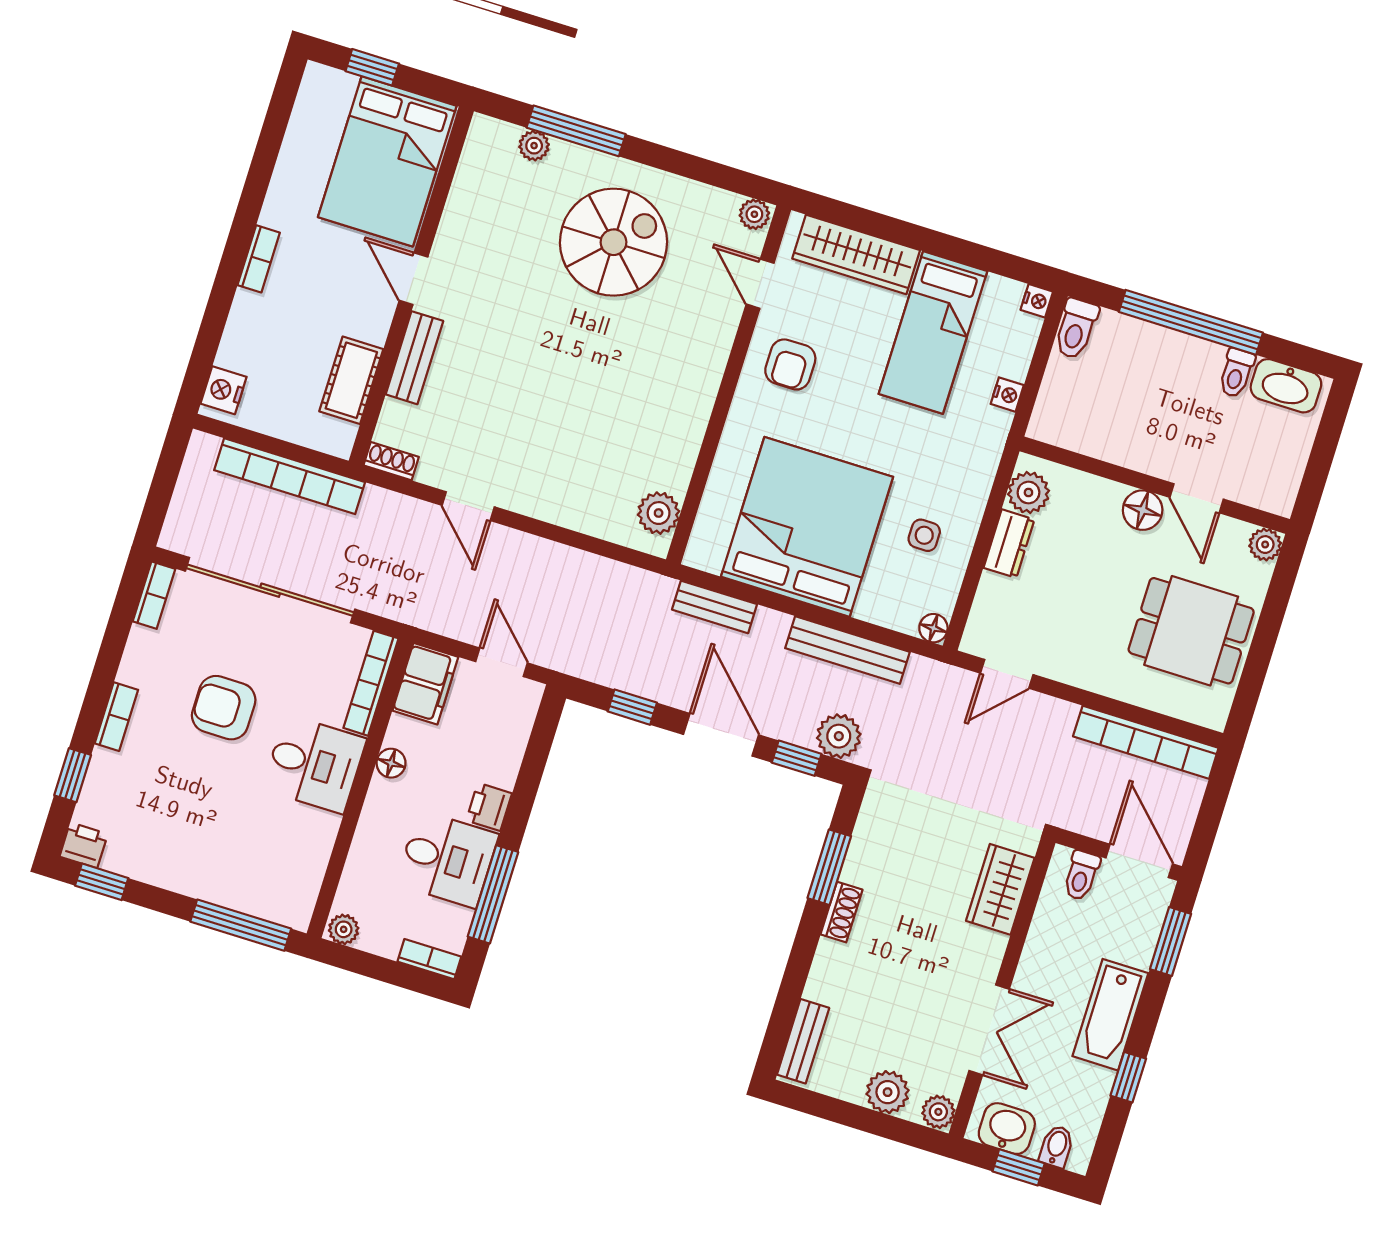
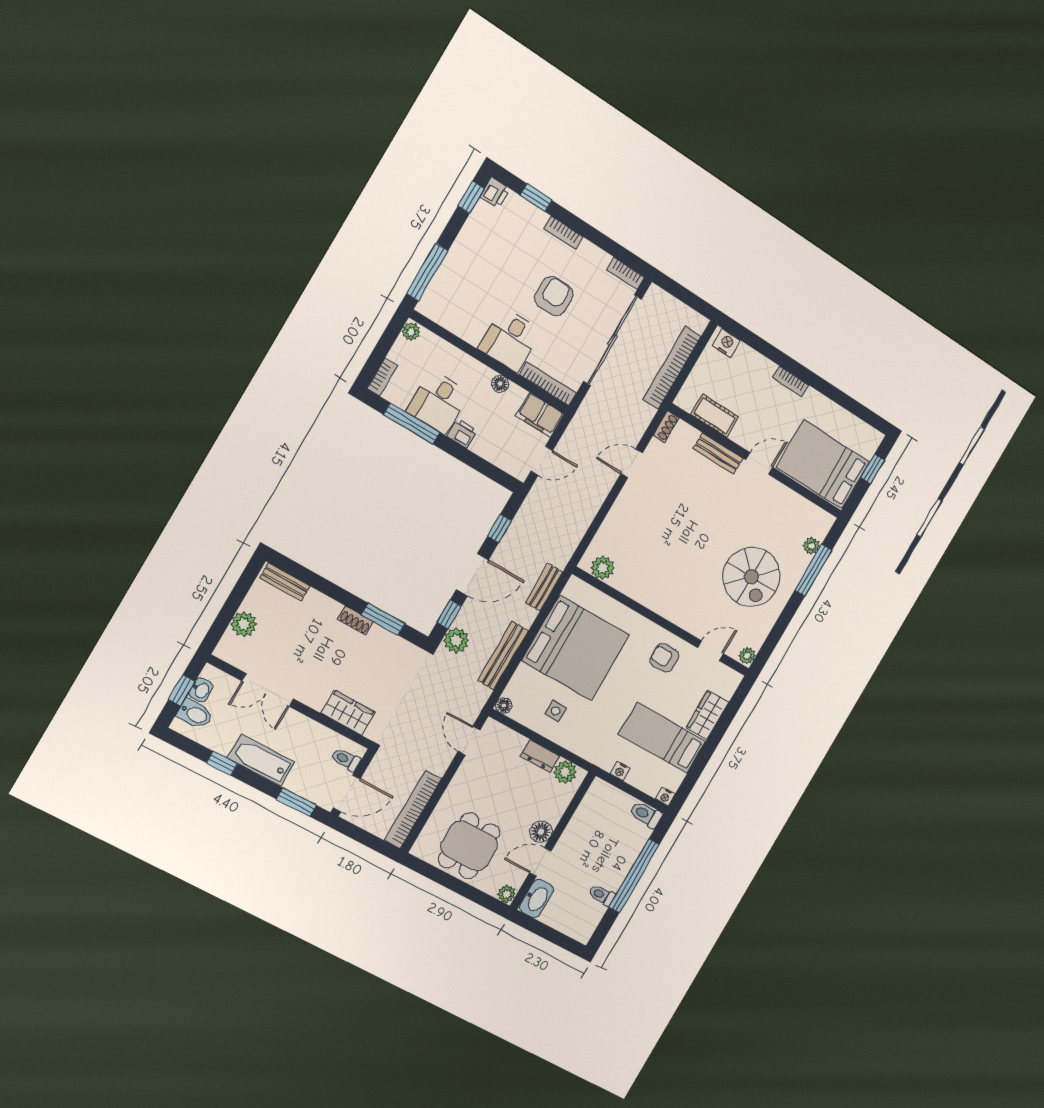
wardrobe: (856, 254) -> (707, 715), width x0.67
washbasin: (1286, 386) -> (536, 899), moved, turned 180
plant: (938, 1112) -> (225, 651), removed
washbasin: (1007, 1129) -> (201, 690), width x0.72, depth x0.69
bidet: (1056, 1146) -> (195, 714), width x1.38, depth x1.36

